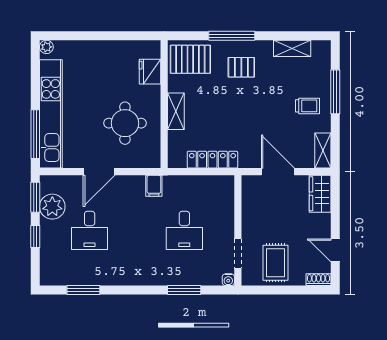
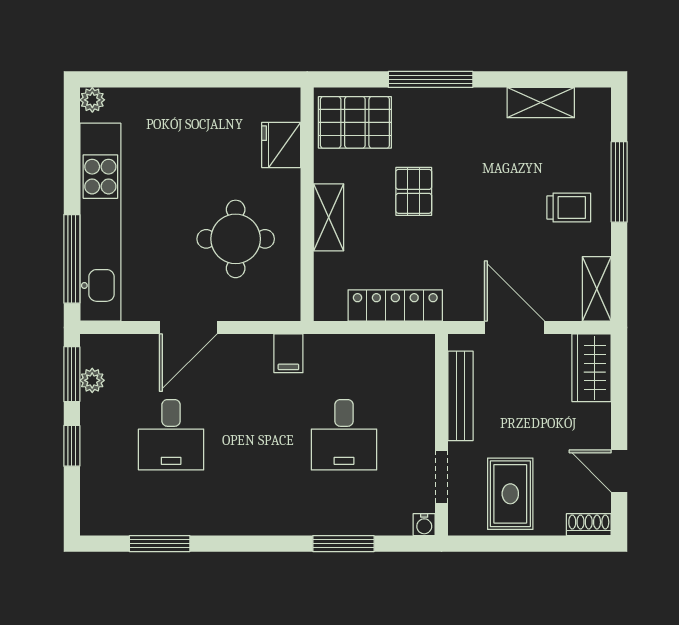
pallet: (241, 67) -> (414, 191), moved, turned 90
plant: (52, 207) -> (92, 380), width x0.53, depth x0.53
bench: (248, 209) -> (461, 396), added

